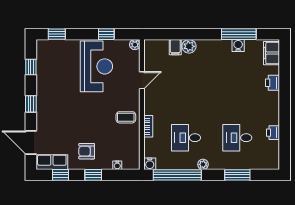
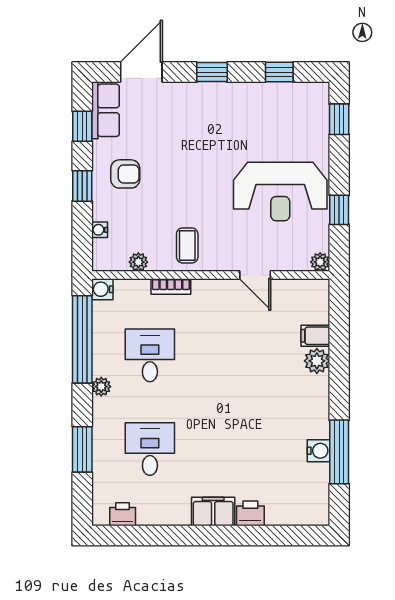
filing cabinet: (271, 53) -> (213, 512), moved
printer: (273, 133) -> (123, 514), moved
plant: (135, 144) -> (138, 262), added
armchair: (87, 151) -> (125, 174), turned 90

